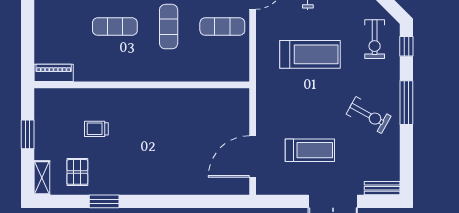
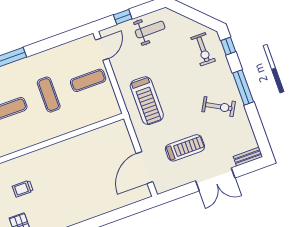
treadmill: (310, 54) -> (147, 101), moved, turned 90

